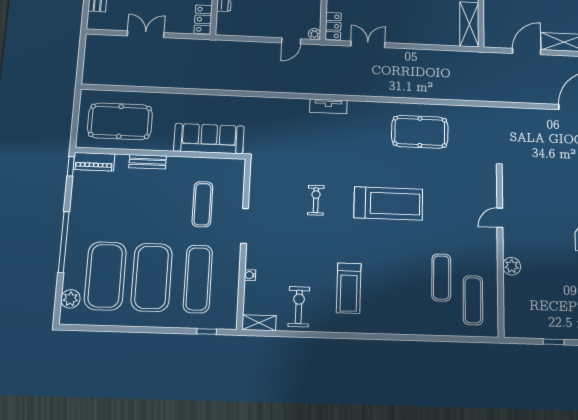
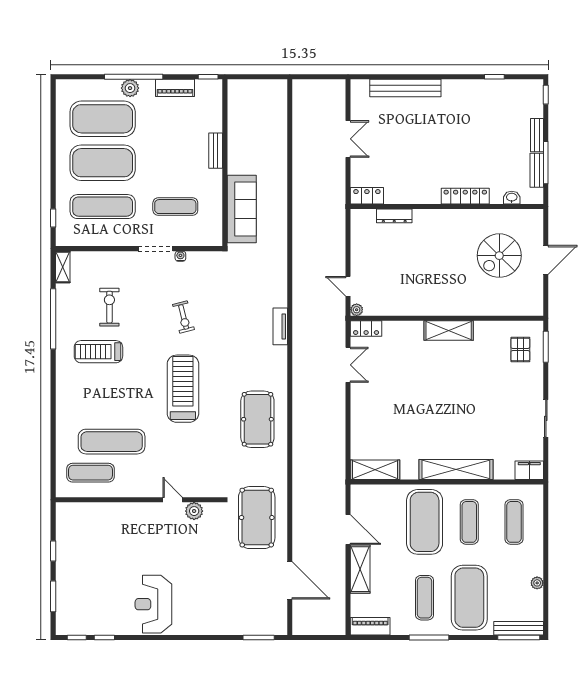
pool table: (120, 121) -> (257, 518), moved
piano: (94, 162) -> (175, 88), moved, turned -90
exercise bike: (316, 200) -> (184, 317), turned 76
treadmill: (388, 203) -> (183, 389), turned 180
plant: (512, 266) -> (194, 511), moved
water cooler: (250, 275) -> (180, 256), moved
exercise mat: (441, 277) -> (112, 442), width x1.36, depth x1.45
plant: (70, 299) -> (130, 88), moved
exercise bike: (299, 307) -> (109, 307), moved, turned -90
window: (313, 335) -> (53, 319), added

